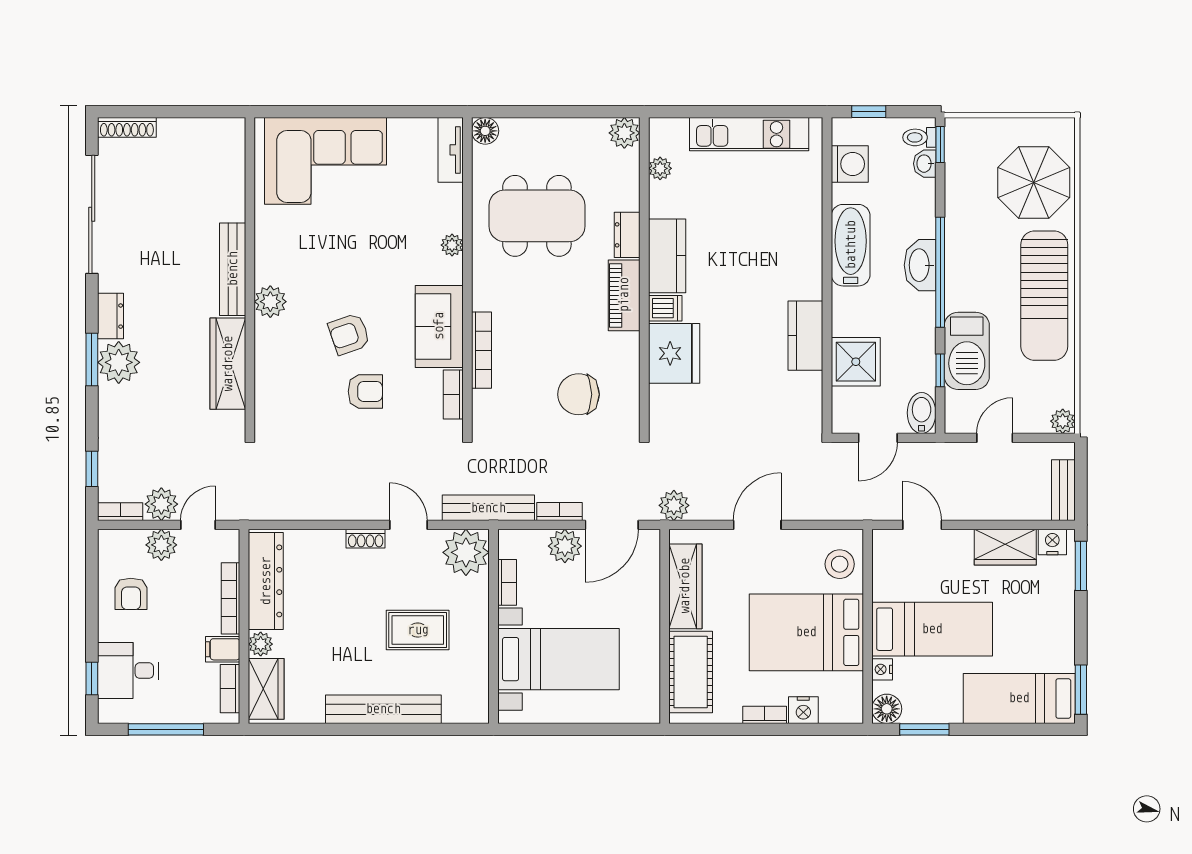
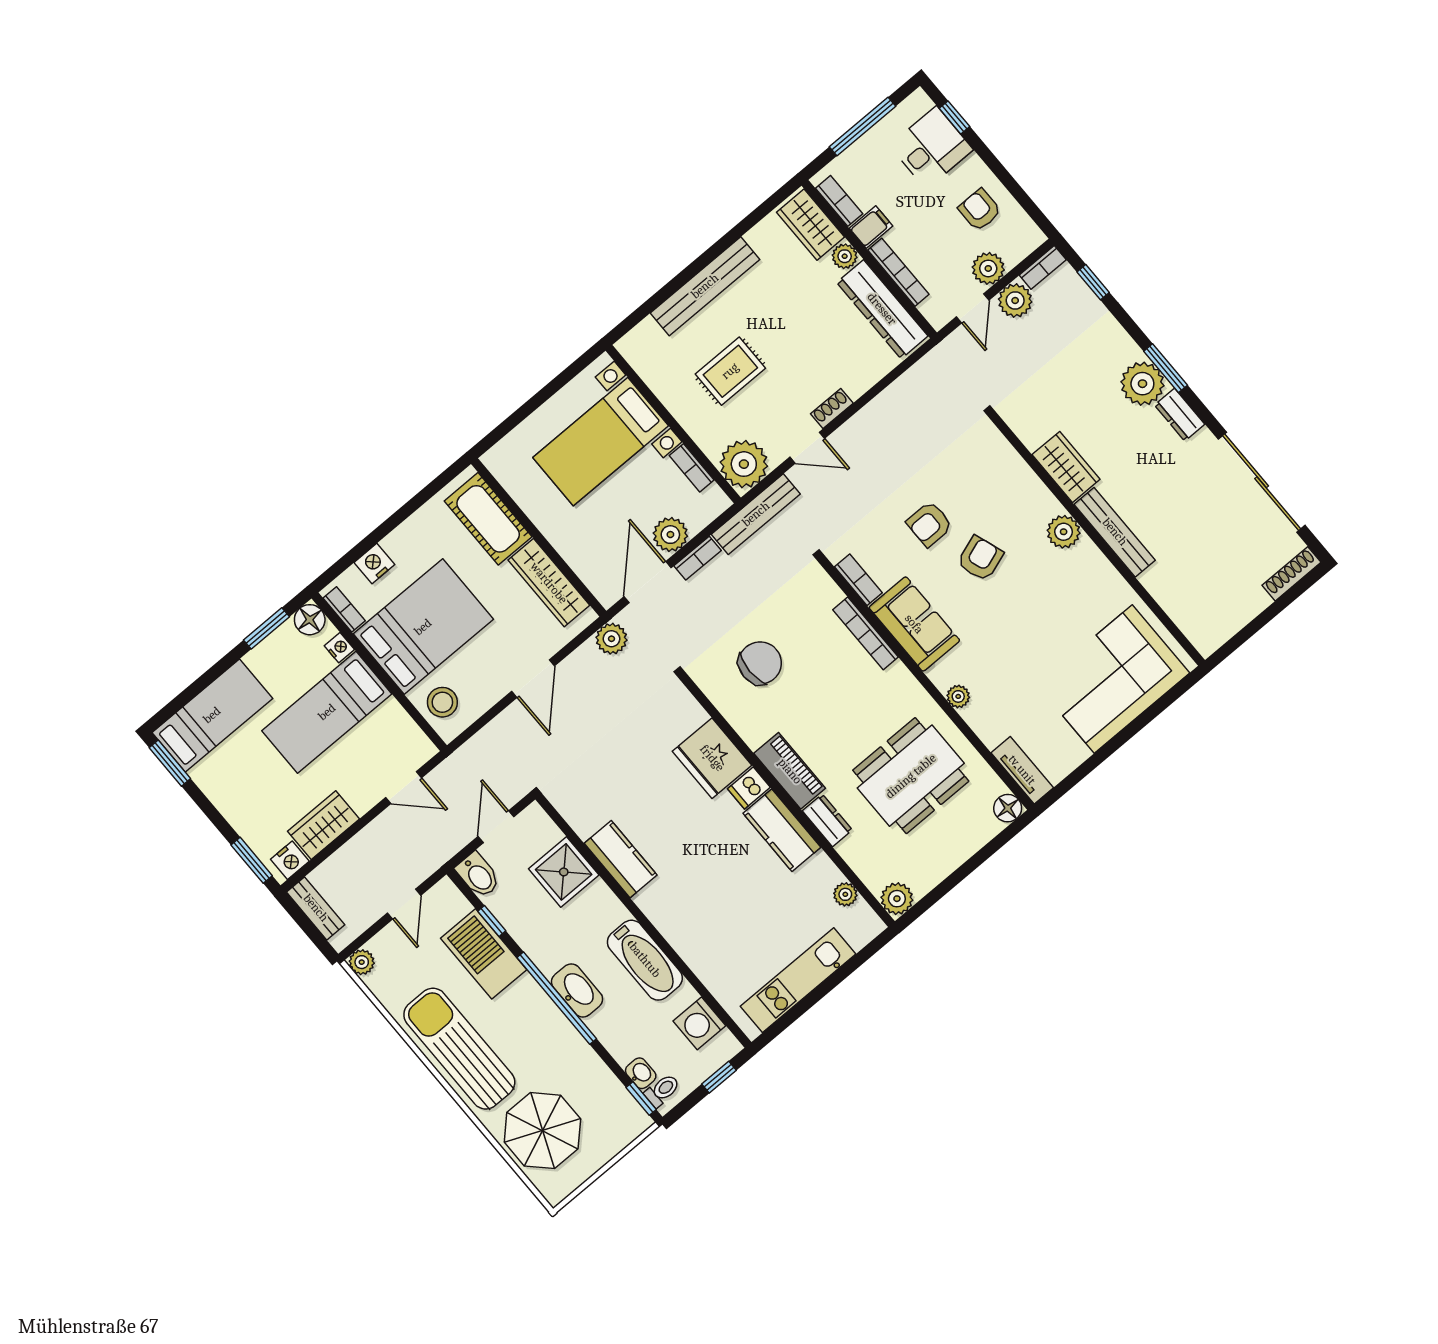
wardrobe: (228, 364) -> (1066, 467), width x0.67
bookcase: (765, 715) -> (344, 609), moved, turned -90

